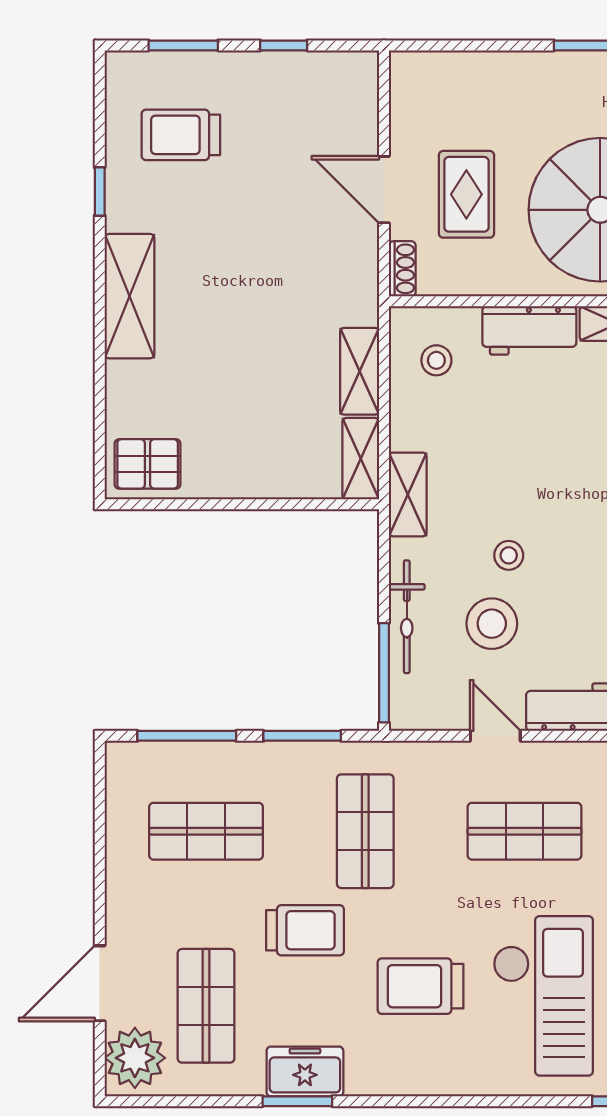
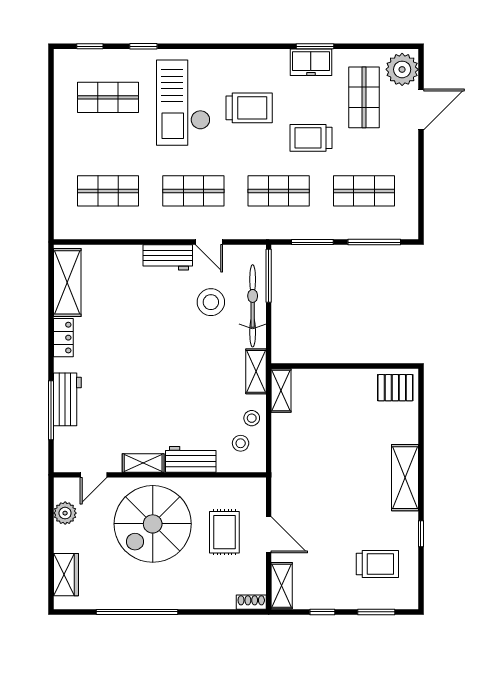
shoe rack: (402, 269) -> (251, 602), moved, turned 90
shelving: (360, 371) -> (282, 586), moved
stool: (509, 555) -> (252, 418), moved
bicycle: (407, 617) -> (253, 306), width x1.37, depth x1.40
shop shelf: (365, 831) -> (279, 191), turned 90

